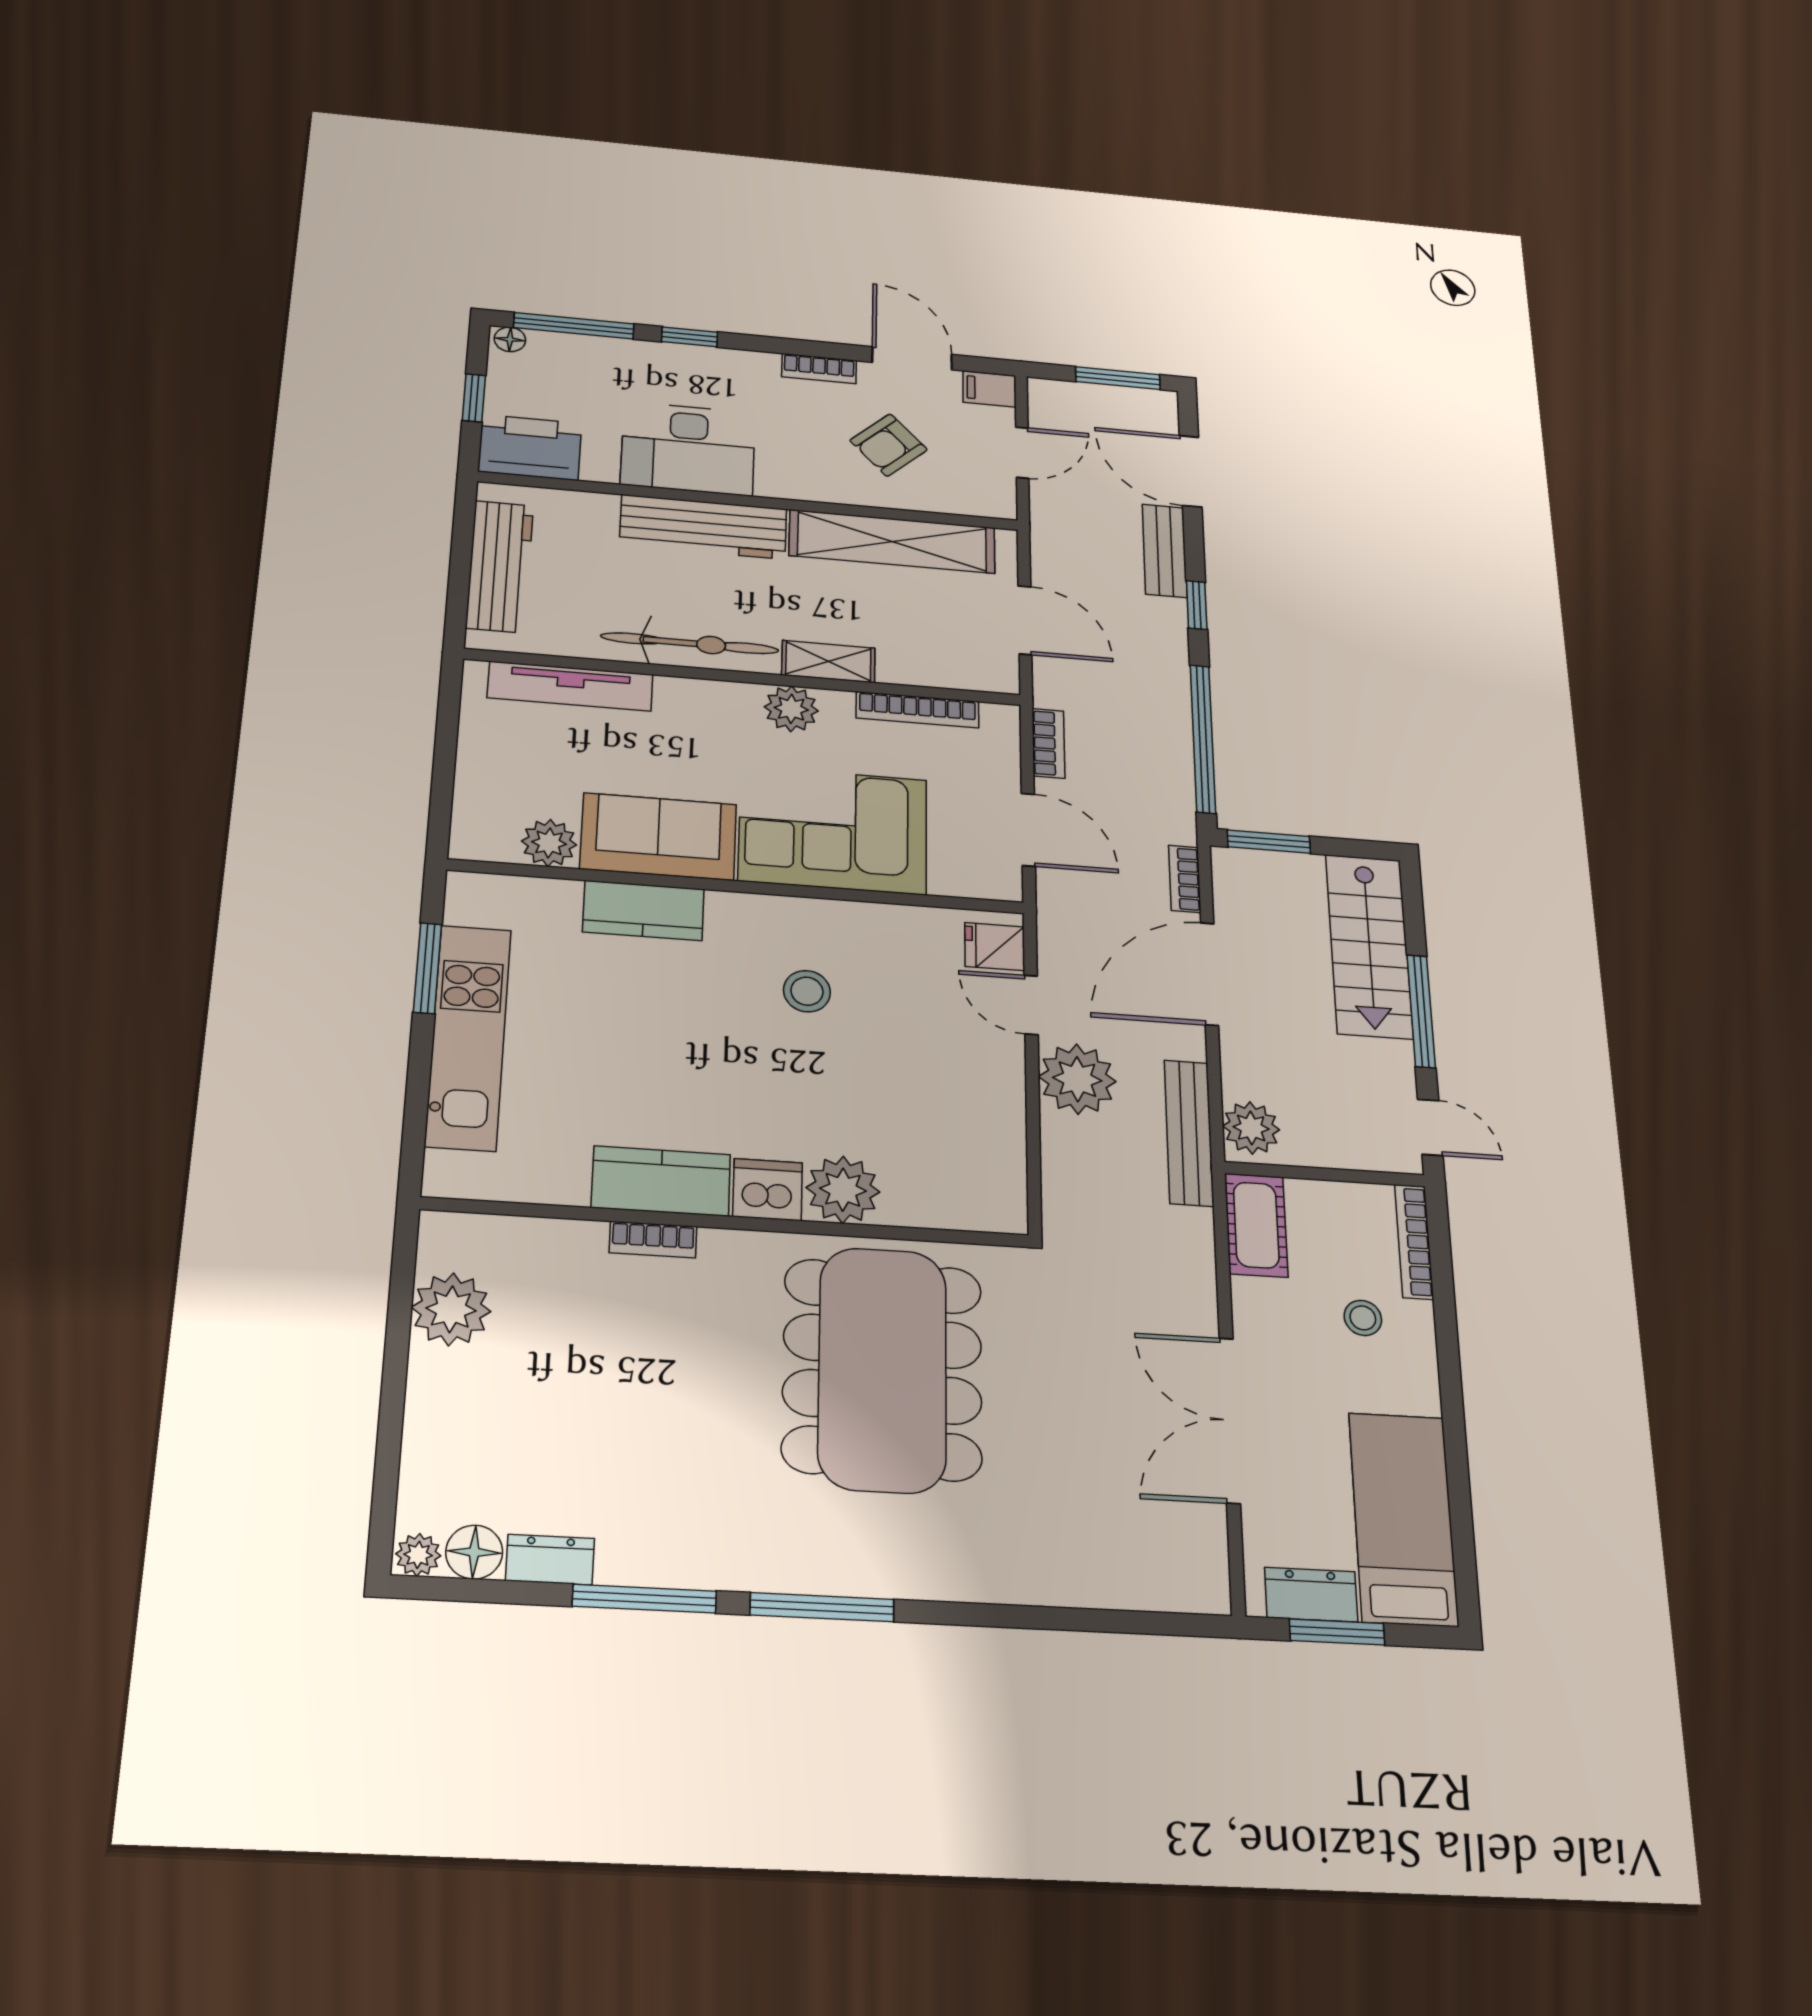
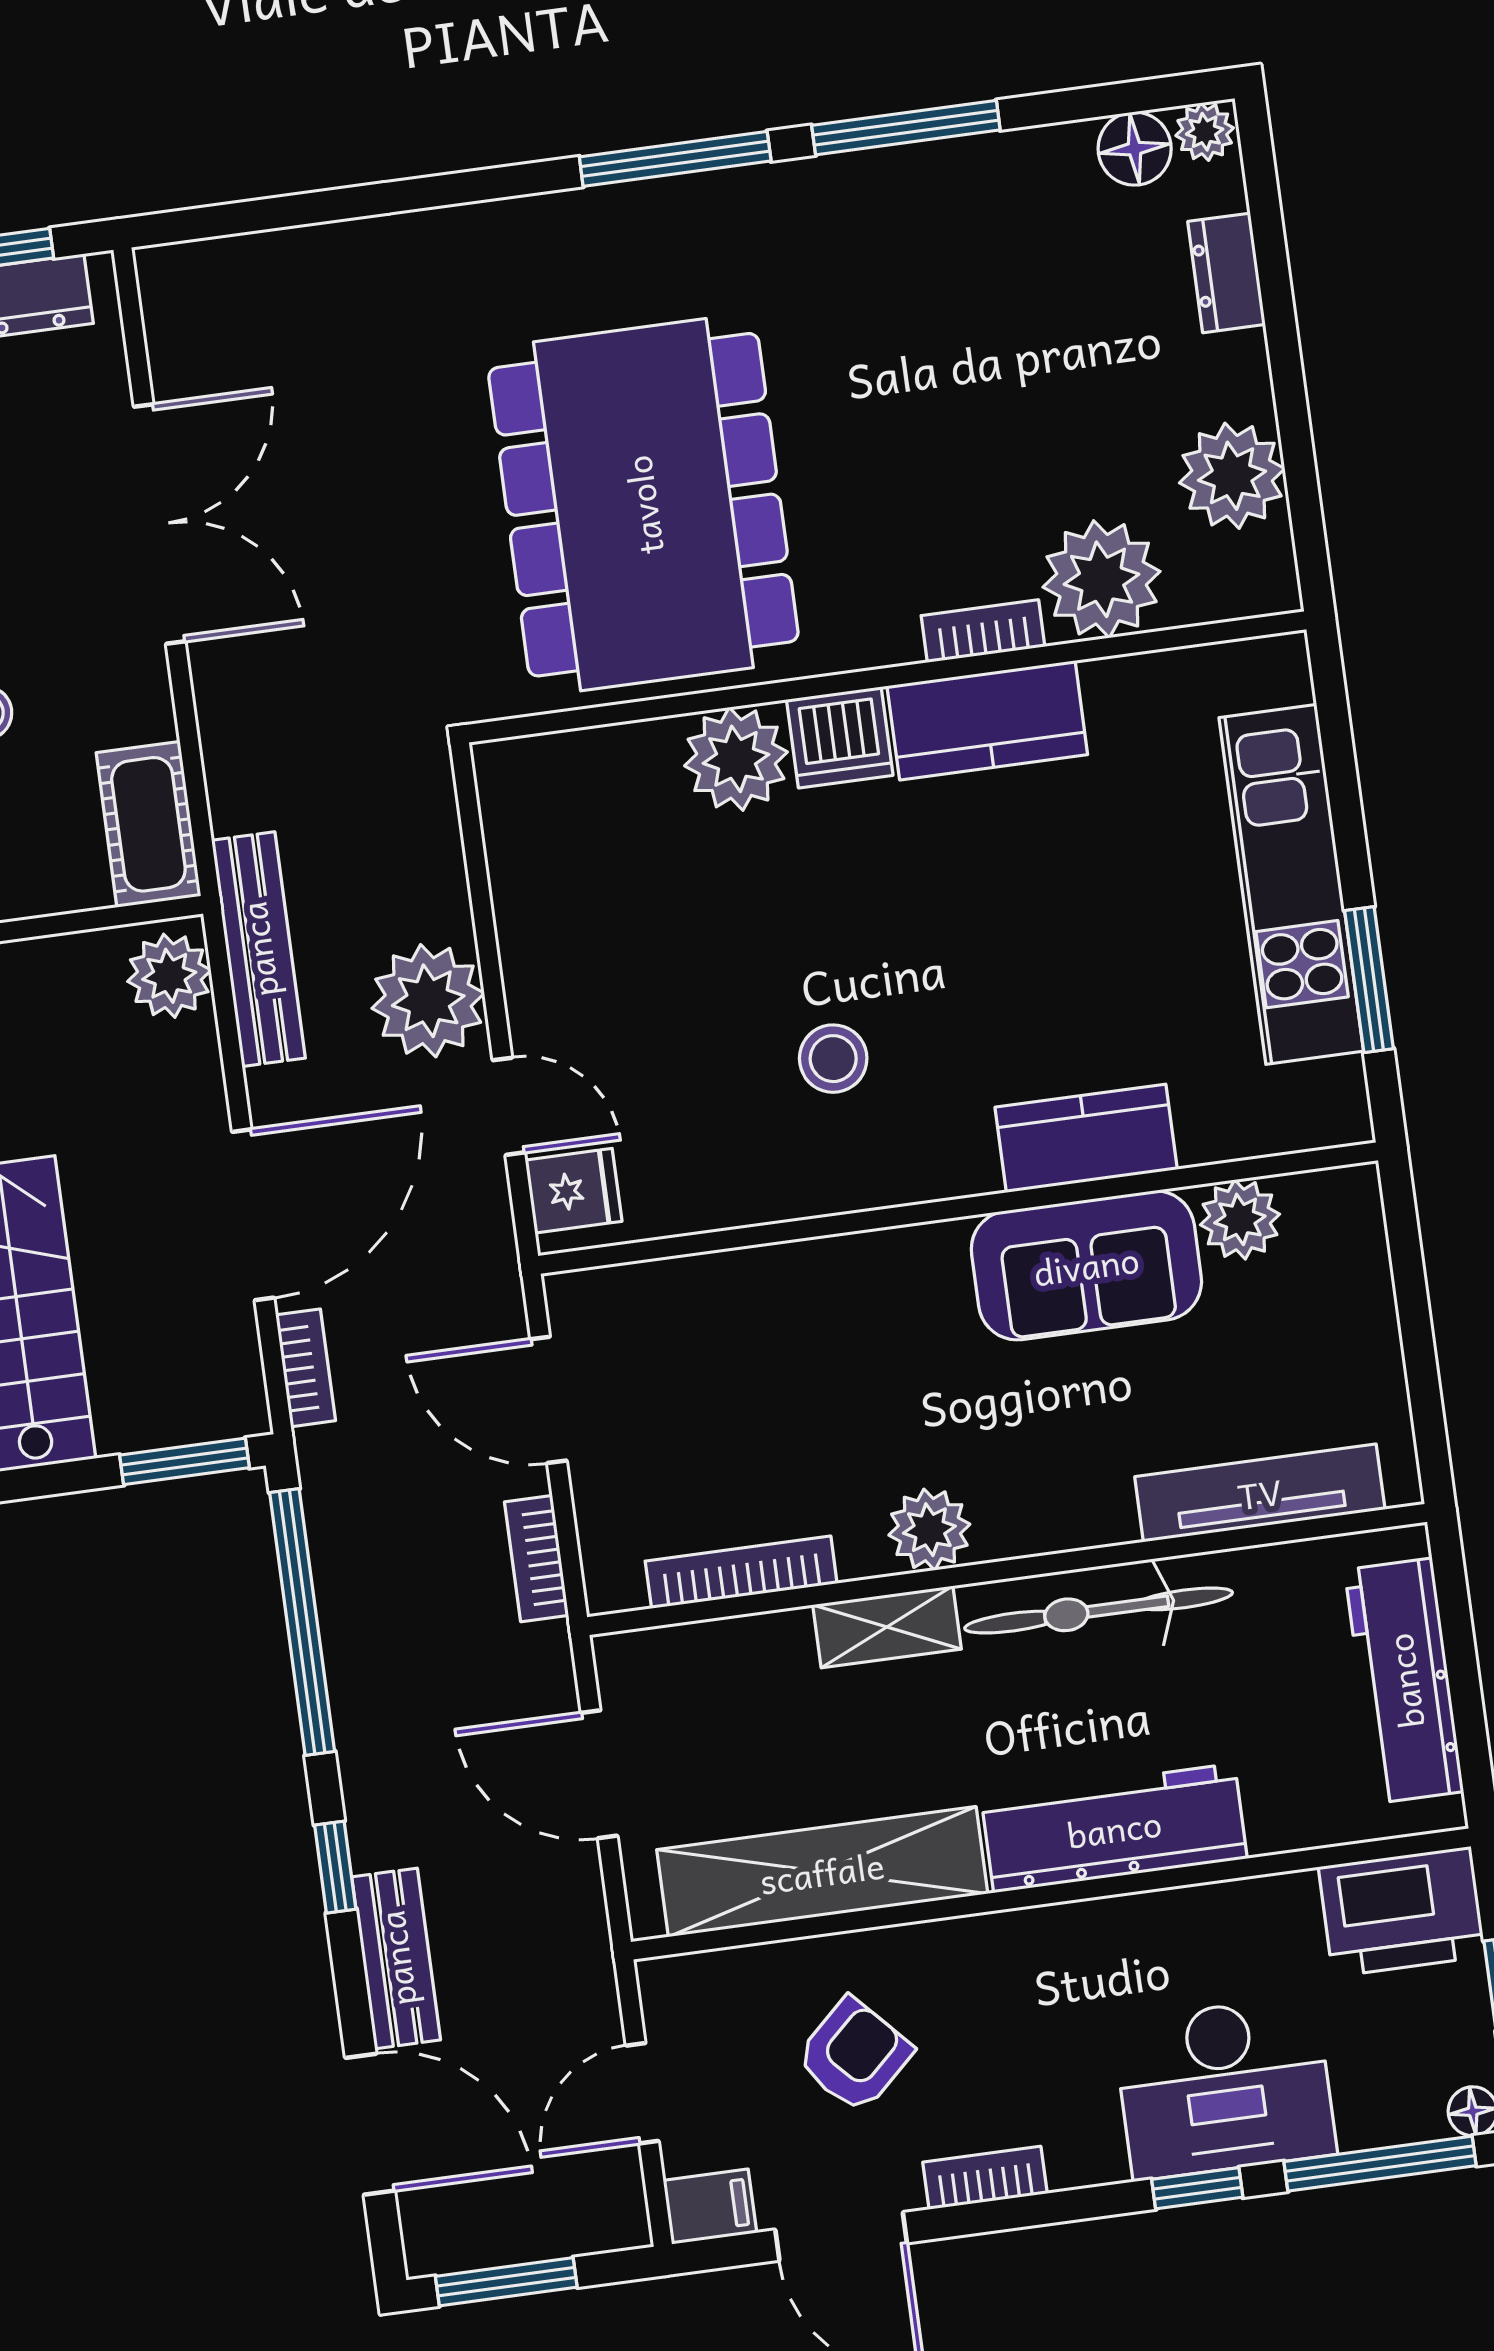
desk: (688, 449) -> (1225, 2088), moved, turned 180
corner sofa: (833, 830) -> (836, 1334), removed
plant: (561, 1258) -> (1102, 579), added
dresser: (550, 1560) -> (1226, 273), moved, turned 90

